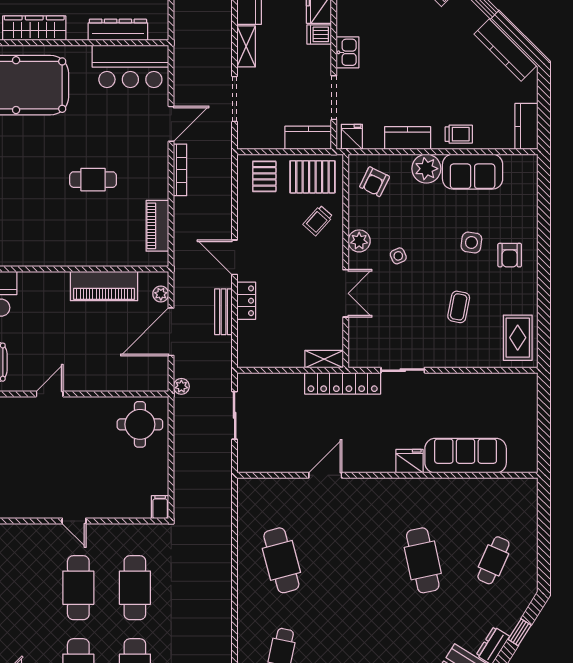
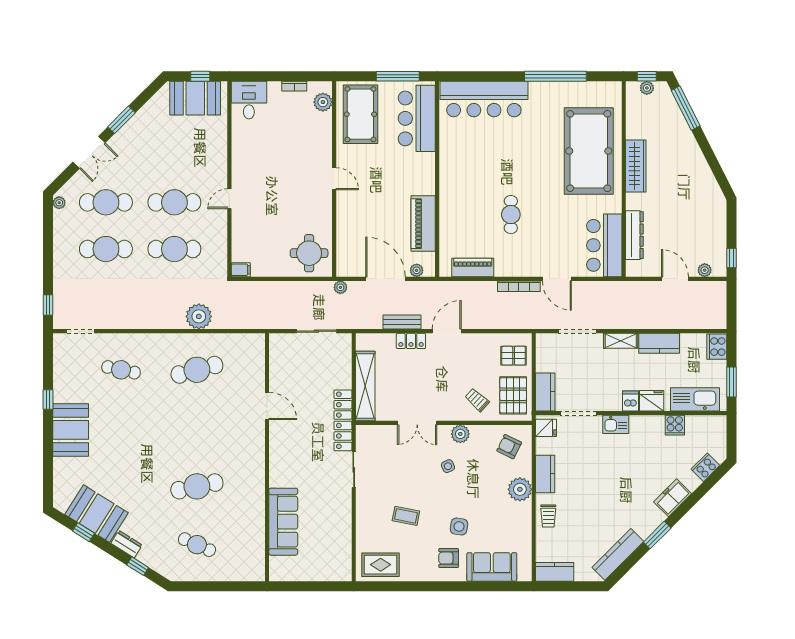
sofa: (473, 172) -> (492, 567), moved, turned 90
shelving: (324, 359) -> (365, 386), width x2.20, depth x1.33
fridge: (410, 461) -> (279, 475), removed
plant: (217, 558) -> (199, 316), added

